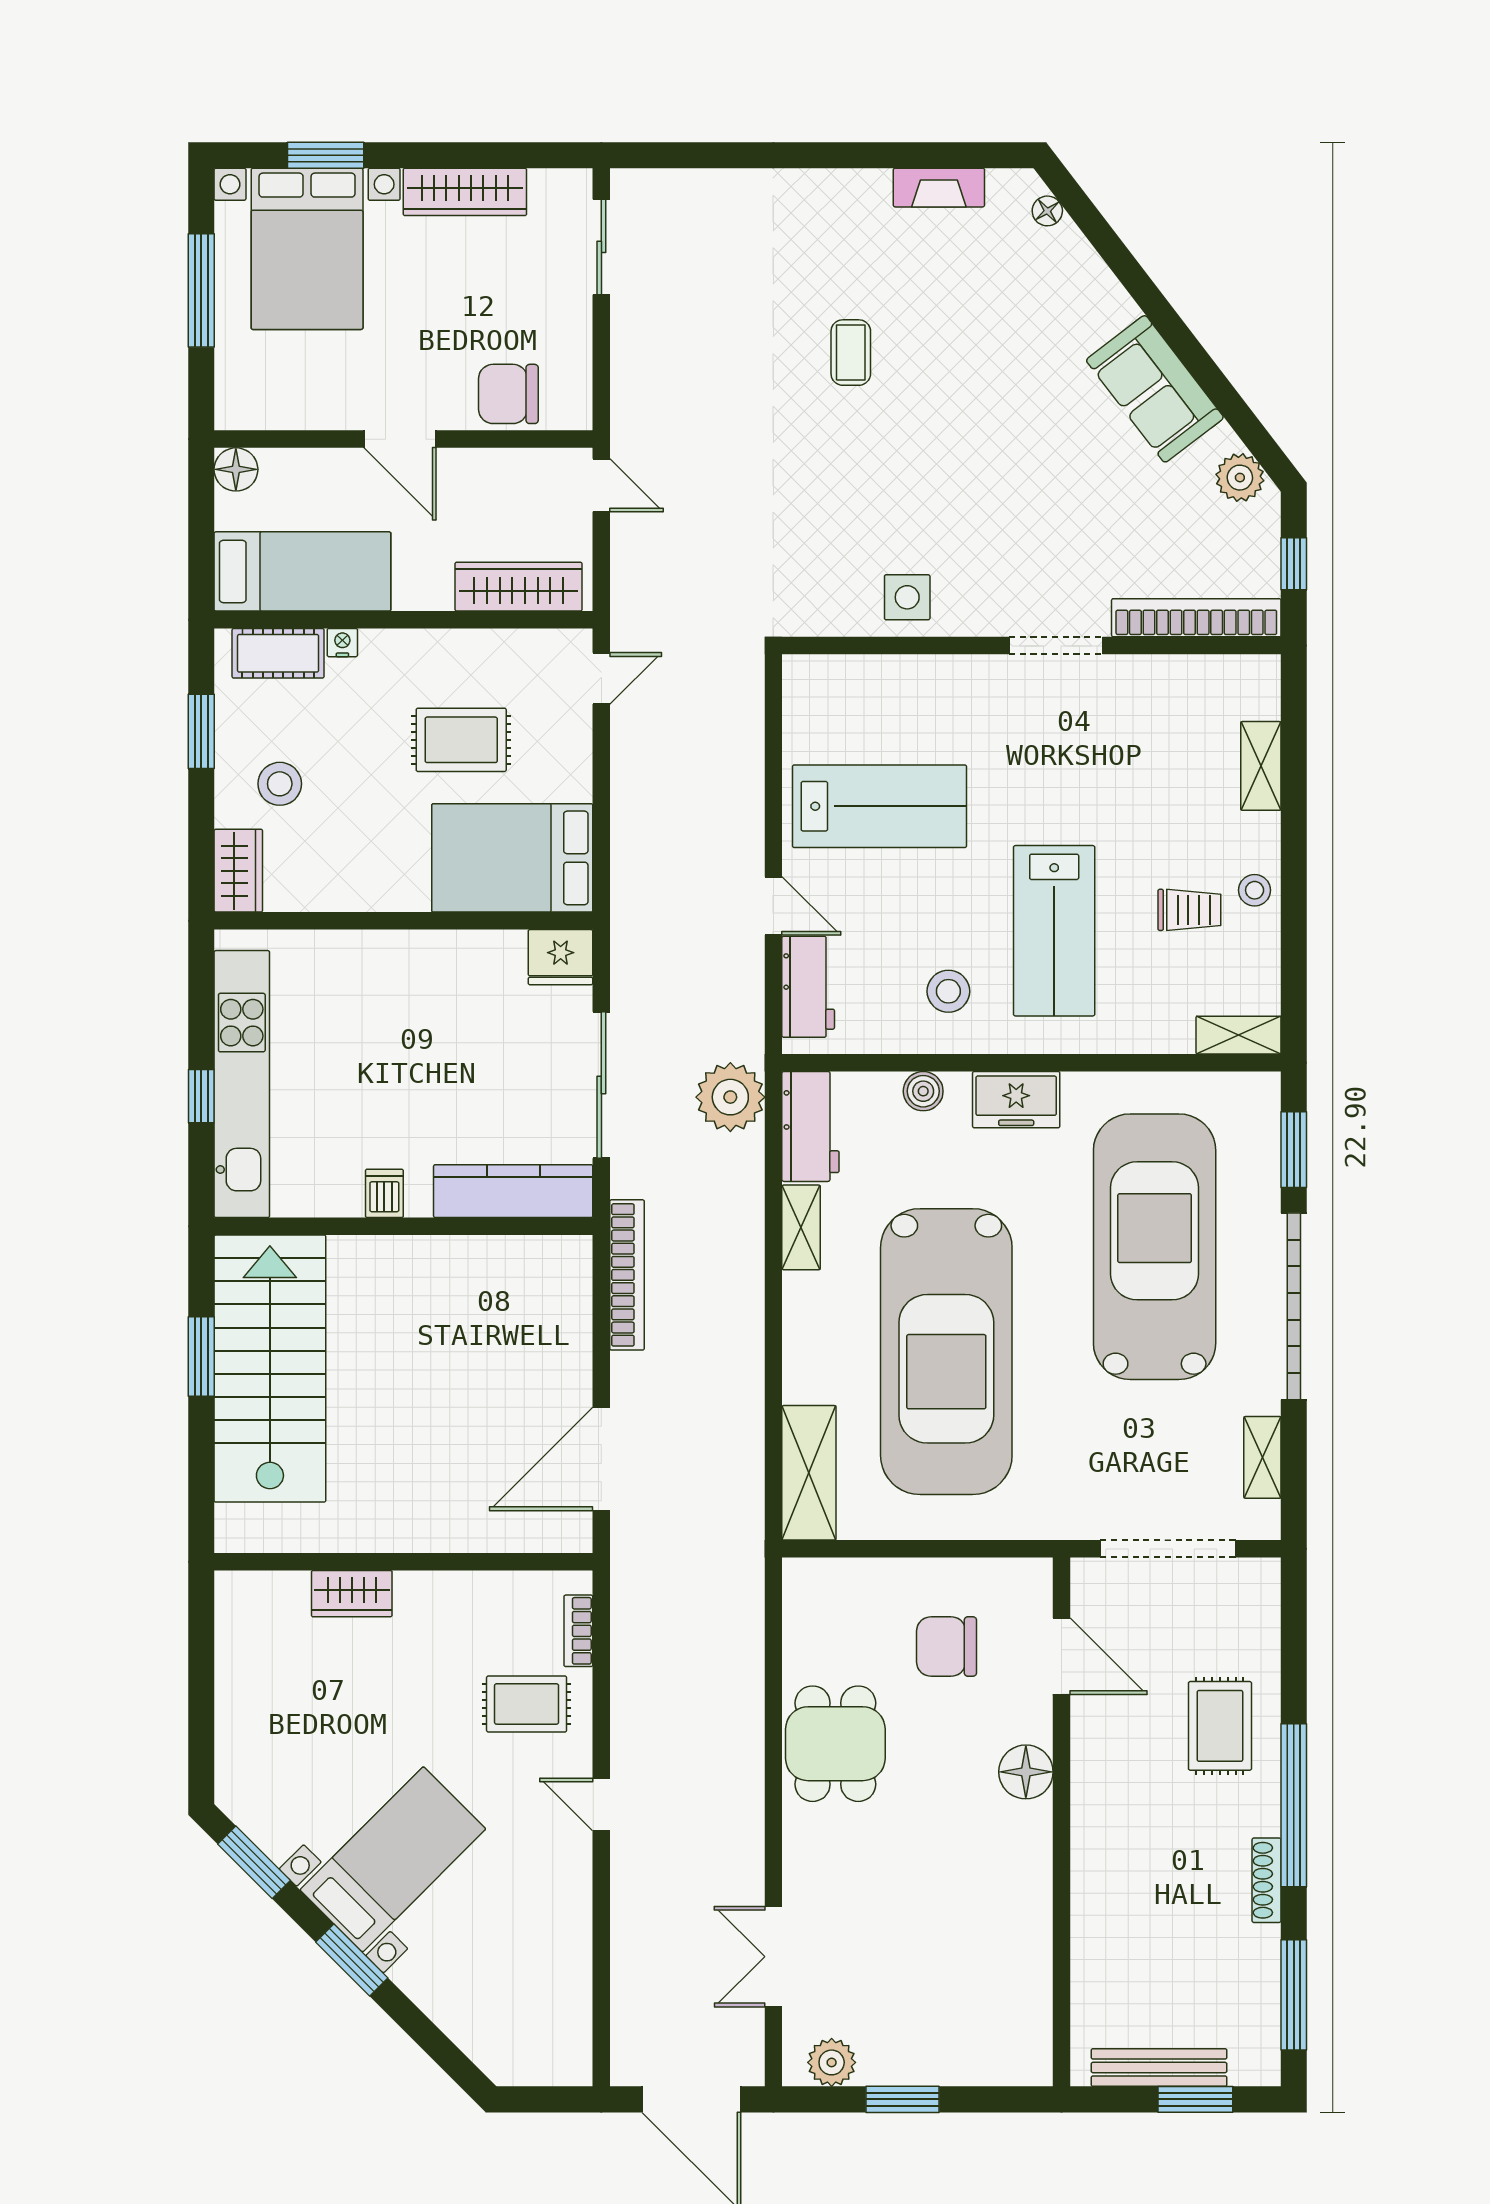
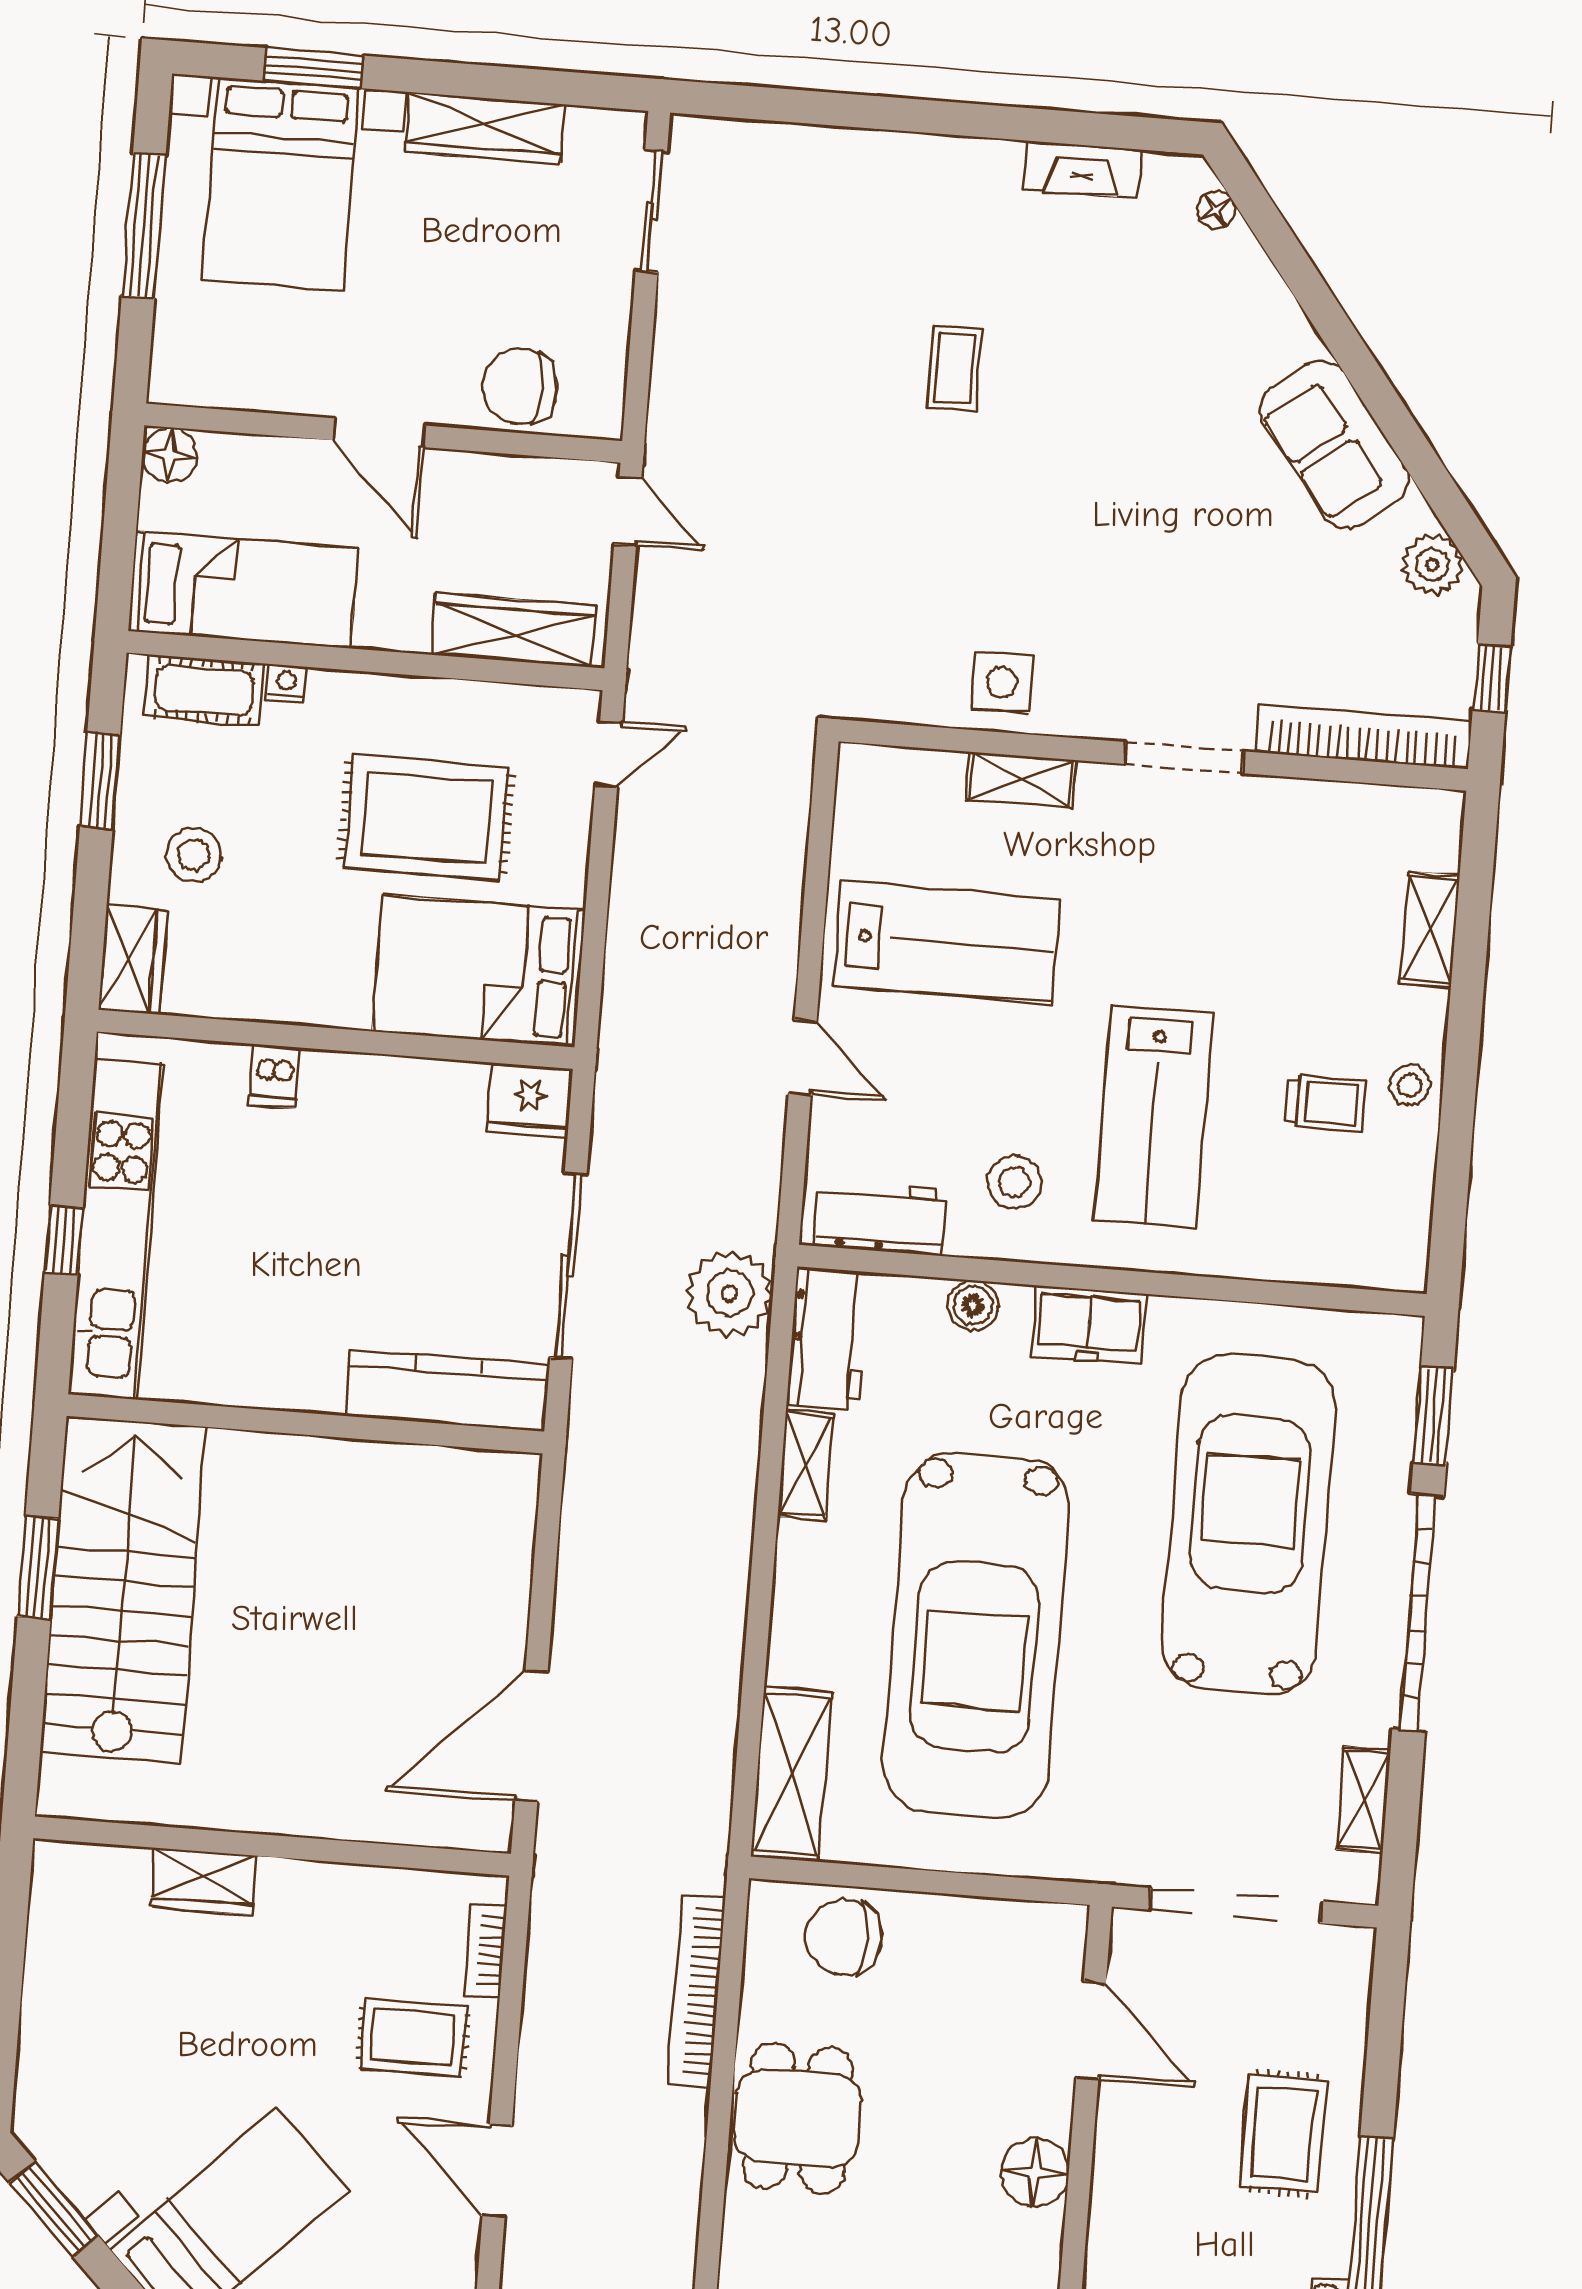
rug: (461, 740) -> (426, 817), width x1.36, depth x1.43
workbench: (808, 987) -> (880, 1218), moved, turned -90
shelving: (1239, 1035) -> (1021, 780), moved
dishwasher: (384, 1193) -> (274, 1076), moved, turned 180
bookcase: (627, 1275) -> (697, 1990), moved, turned 180
chair: (946, 1646) -> (844, 1937), moved
door: (601, 1805) -> (497, 2171), width x1.38

